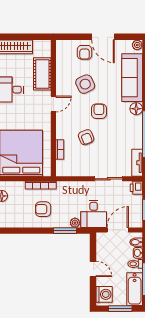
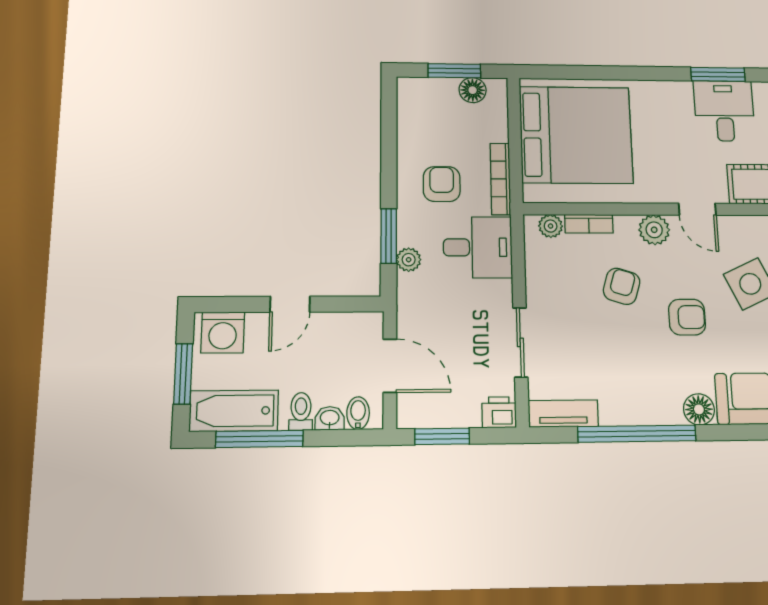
plant: (62, 123) -> (654, 230), added
armchair: (86, 137) -> (622, 286), turned 129
plant: (61, 165) -> (551, 226), added
desk: (94, 214) -> (478, 247), moved, turned 180

